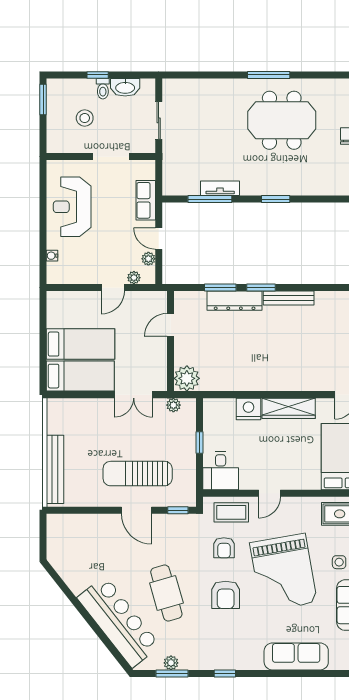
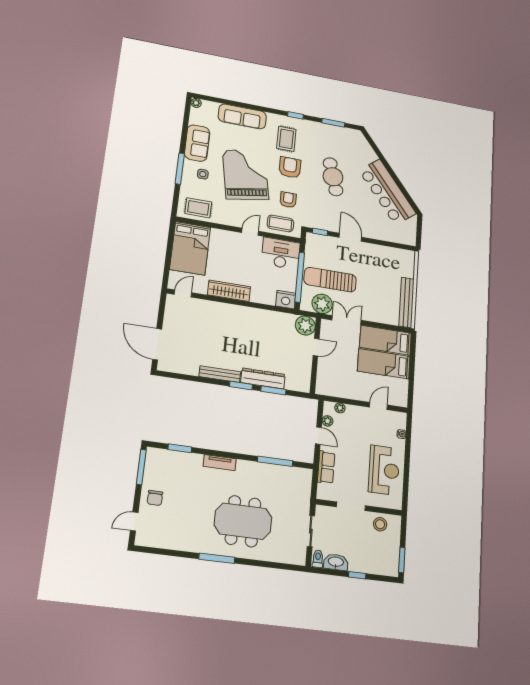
toilet: (103, 89) -> (318, 559), moved
stool: (85, 118) -> (380, 524), moved
meeting table: (282, 120) -> (243, 521), moved
tv unit: (220, 188) -> (220, 463), moved
window: (276, 199) -> (180, 448), moved
door: (113, 288) -> (378, 406), moved
door: (171, 325) -> (316, 347), moved
plant: (173, 405) -> (322, 304), width x1.88, depth x1.88
nightstand: (249, 409) -> (286, 300), moved
window: (199, 442) -> (300, 277), width x3.17
bench: (55, 469) -> (406, 302), moved
desk: (221, 471) -> (281, 253), width x1.37
sun lounger: (138, 474) -> (330, 280), moved, turned 180
bar counter: (119, 622) -> (387, 192), moved
rug: (234, 636) -> (286, 139), added
plant: (171, 663) -> (333, 130), removed

